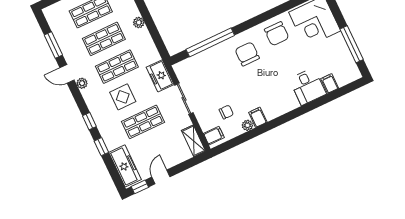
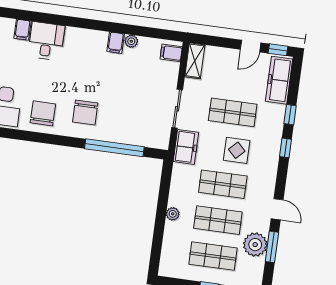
plant: (82, 83) -> (255, 245), moved, width x1.87, depth x1.87
chair: (226, 112) -> (144, 68), removed

